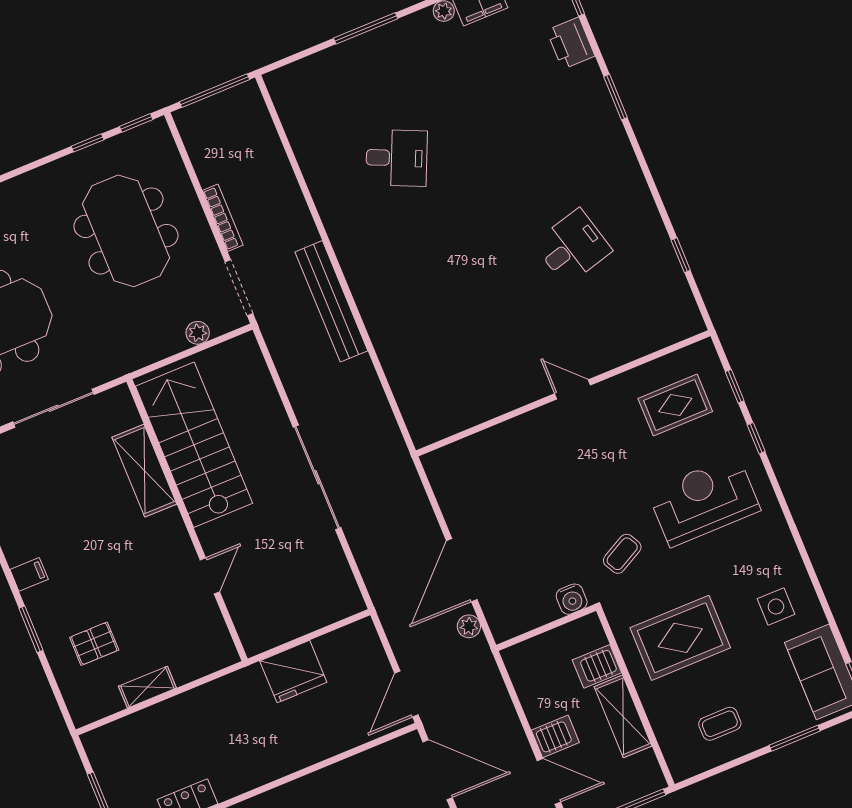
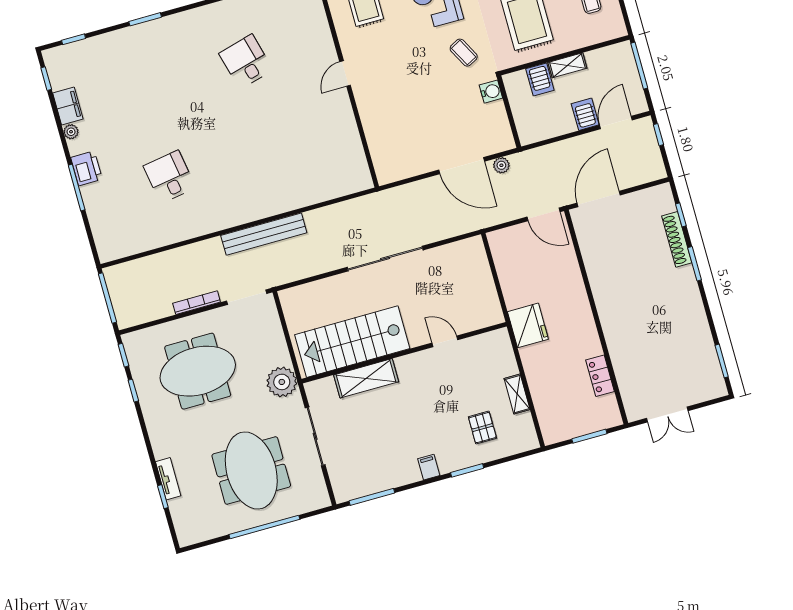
printer: (571, 43) -> (86, 168), moved, turned -90
desk: (396, 158) -> (169, 177), turned -33
plant: (198, 333) -> (282, 382), moved, width x1.88, depth x1.88
fridge: (293, 672) -> (528, 325), moved
shelving: (623, 716) -> (567, 65), width x0.67, depth x0.75

